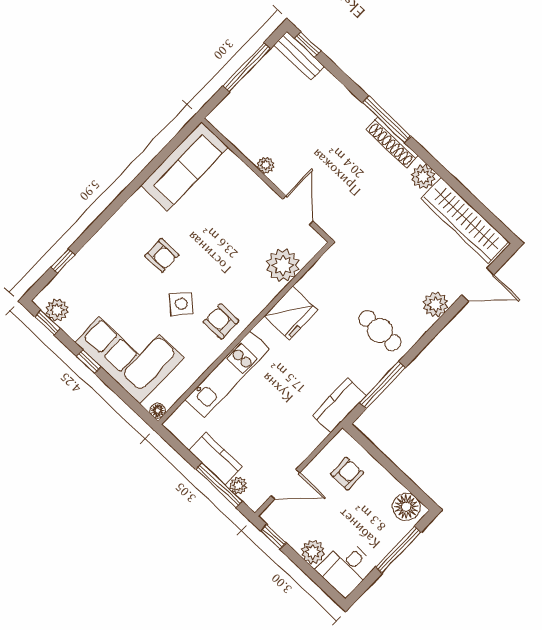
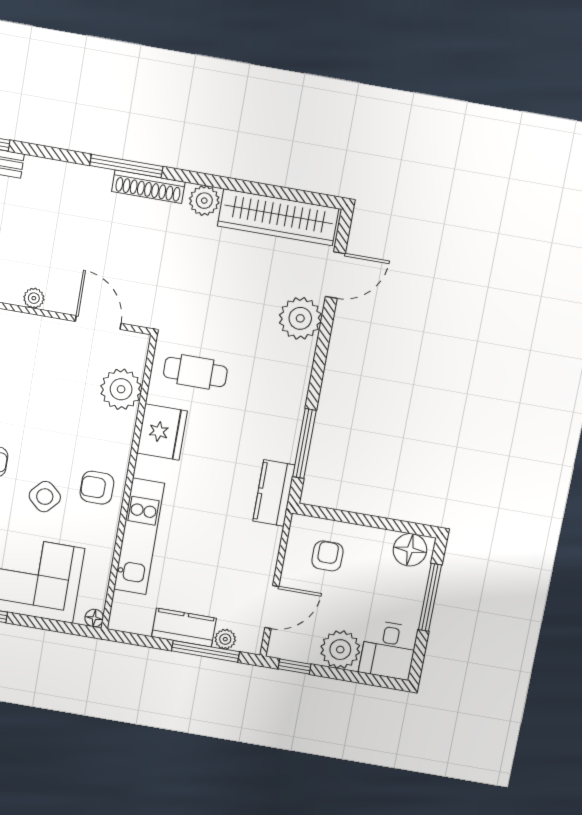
plant: (436, 304) -> (300, 318), width x1.36, depth x1.36
cafe table: (380, 330) -> (195, 372), moved
plant: (313, 552) -> (340, 650), width x1.36, depth x1.36

